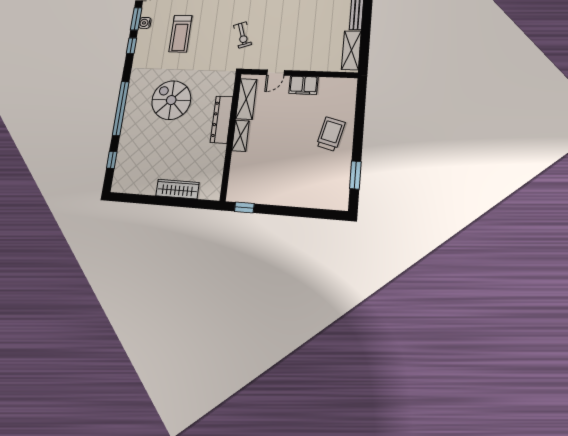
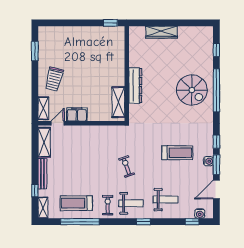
treadmill: (180, 34) -> (177, 153), turned 90
exercise bike: (242, 35) -> (127, 166), moved
door: (276, 73) -> (58, 123), moved
spiral stairs: (171, 100) -> (192, 90), moved
shelving: (241, 136) -> (43, 108), moved

